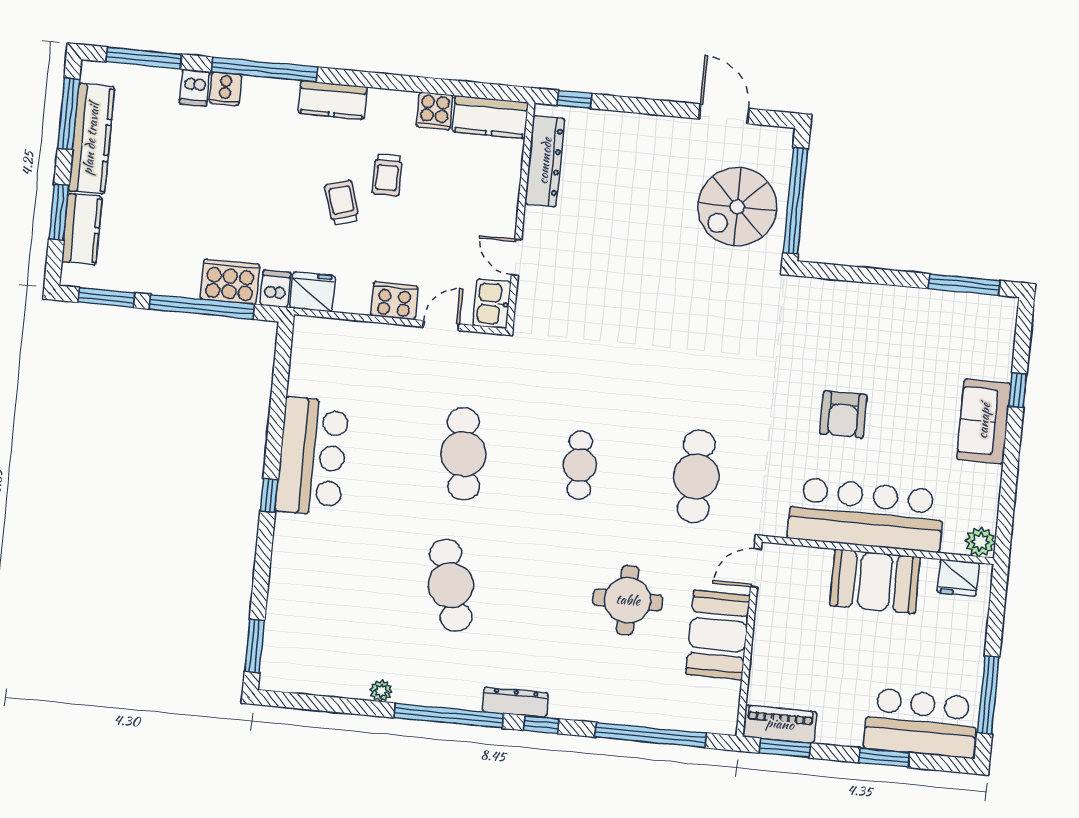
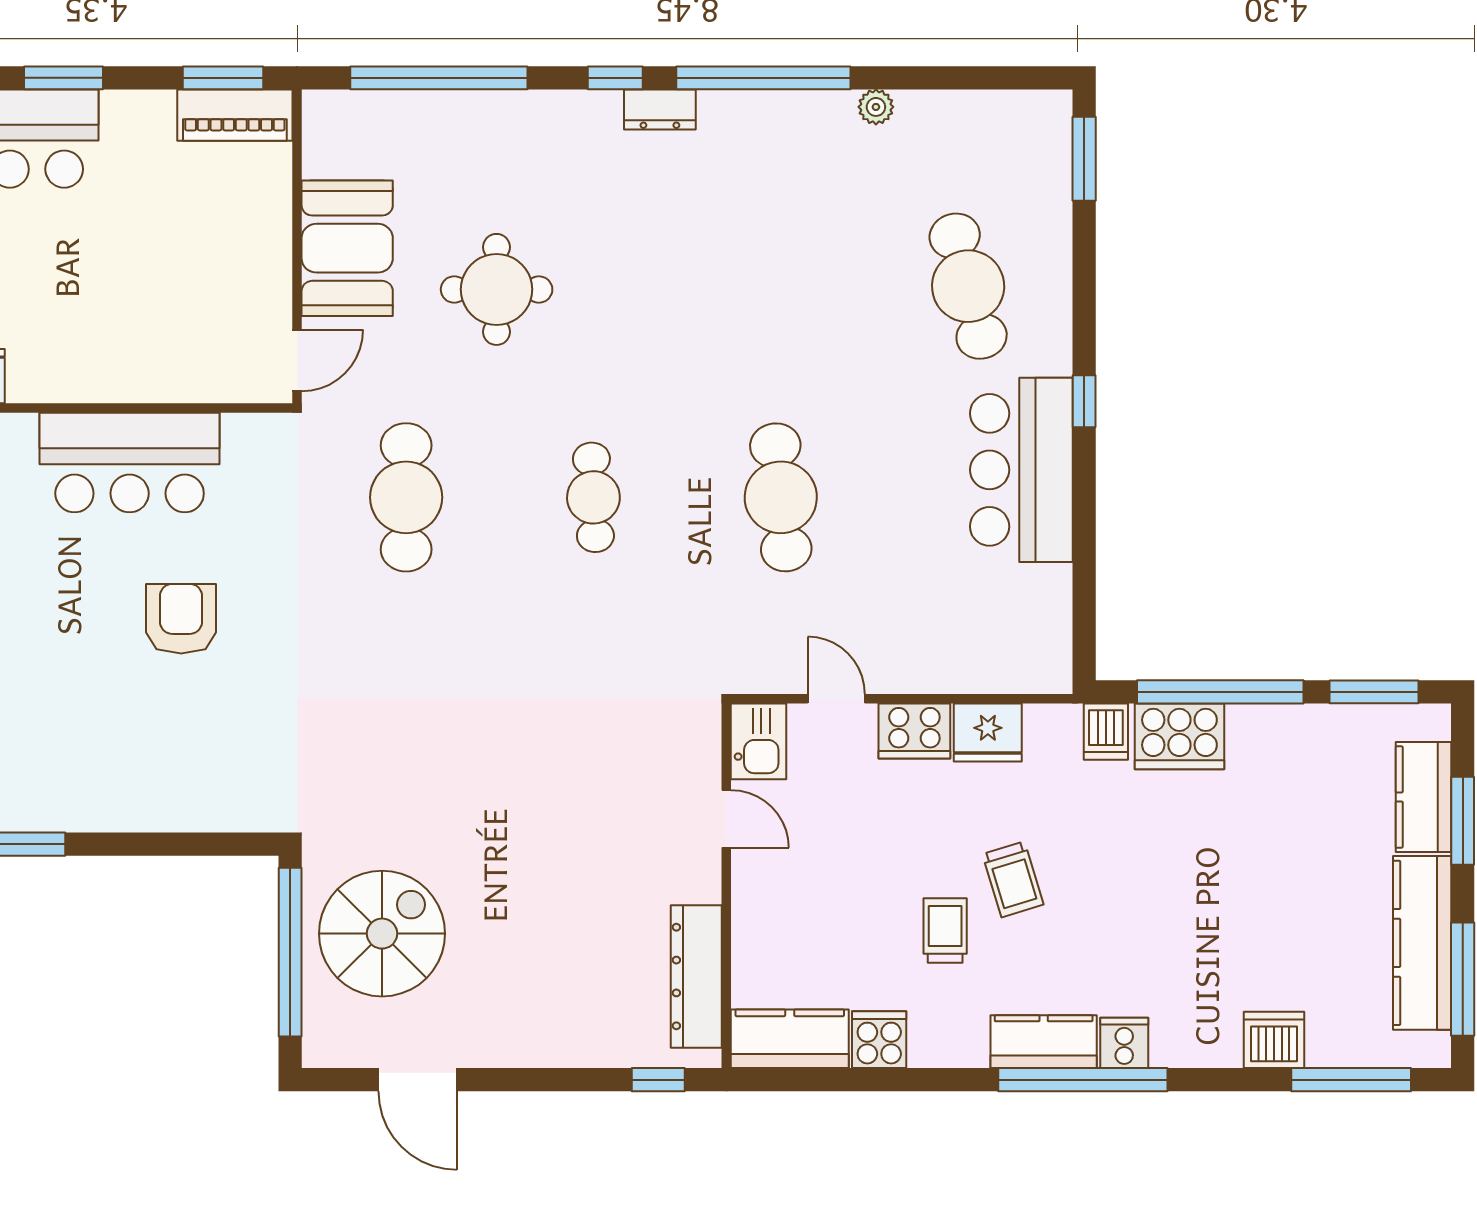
window: (264, 70) -> (1083, 1080), moved
dishwasher: (194, 88) -> (1274, 1040), width x1.38
cooker: (225, 89) -> (1124, 1043), moved
fridge: (312, 292) -> (988, 733), moved
door: (441, 325) -> (836, 699), swing flipped
bar counter: (866, 515) -> (130, 462), width x0.73
booth: (875, 581) -> (105, 357), removed
cafe table: (451, 585) -> (968, 286), moved
dresser: (515, 702) -> (660, 110), width x0.70

